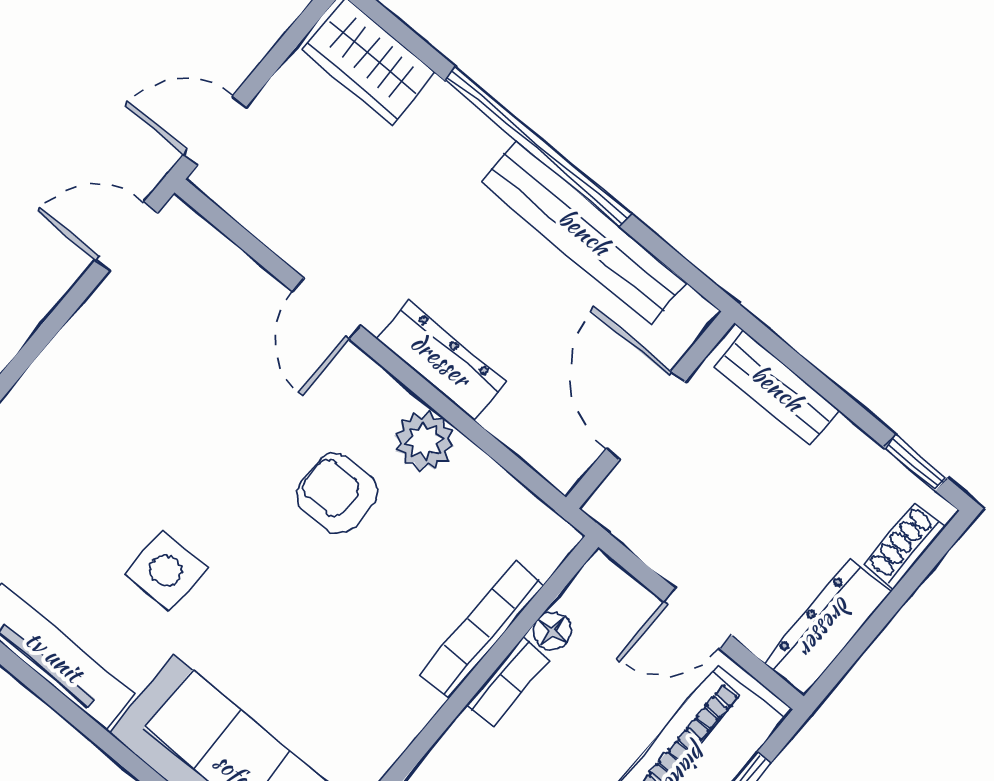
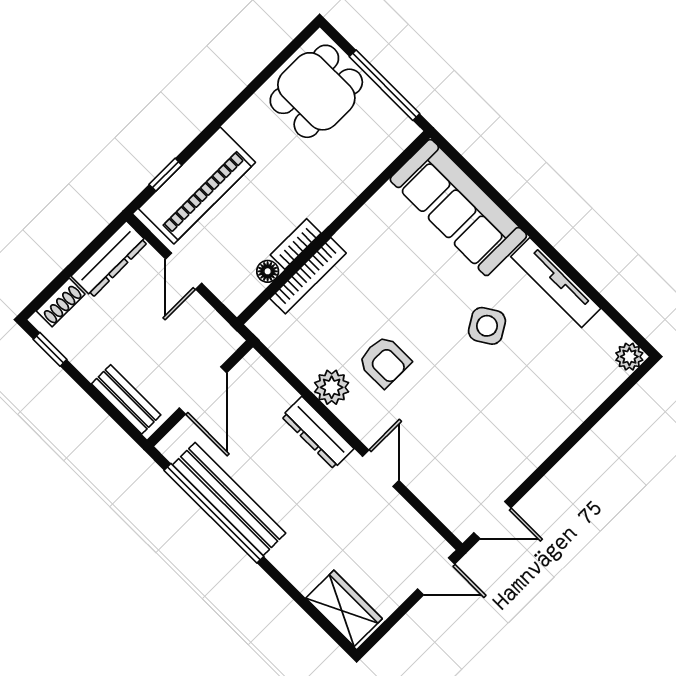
window: (538, 147) -> (214, 513), moved
side table: (166, 571) -> (487, 326), turned -32
door: (697, 618) -> (184, 271), swing flipped

